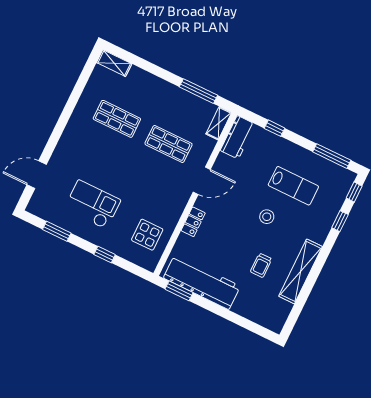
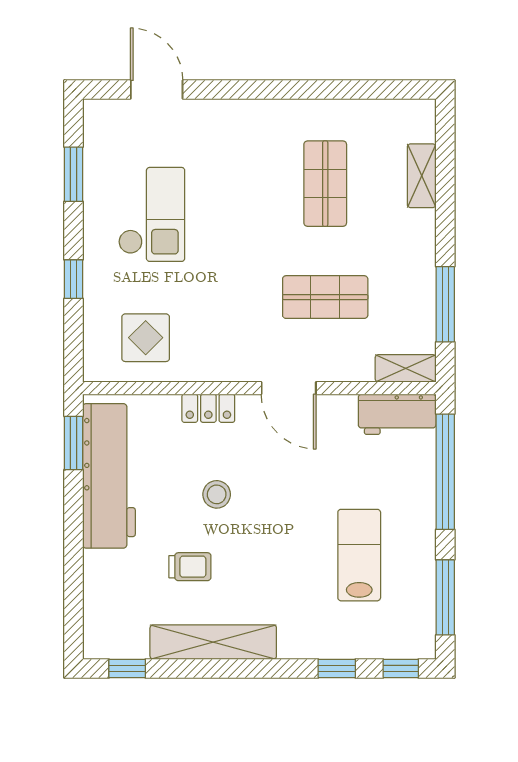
shelving: (114, 63) -> (422, 176), moved
window: (275, 128) -> (445, 472), width x3.17
shop shelf: (169, 144) -> (325, 297), turned 90
lab bench: (293, 186) -> (359, 555), turned 180
stool: (267, 217) -> (217, 494), moved
trolley: (261, 265) -> (190, 567), turned 180
window: (293, 316) -> (127, 668), added

